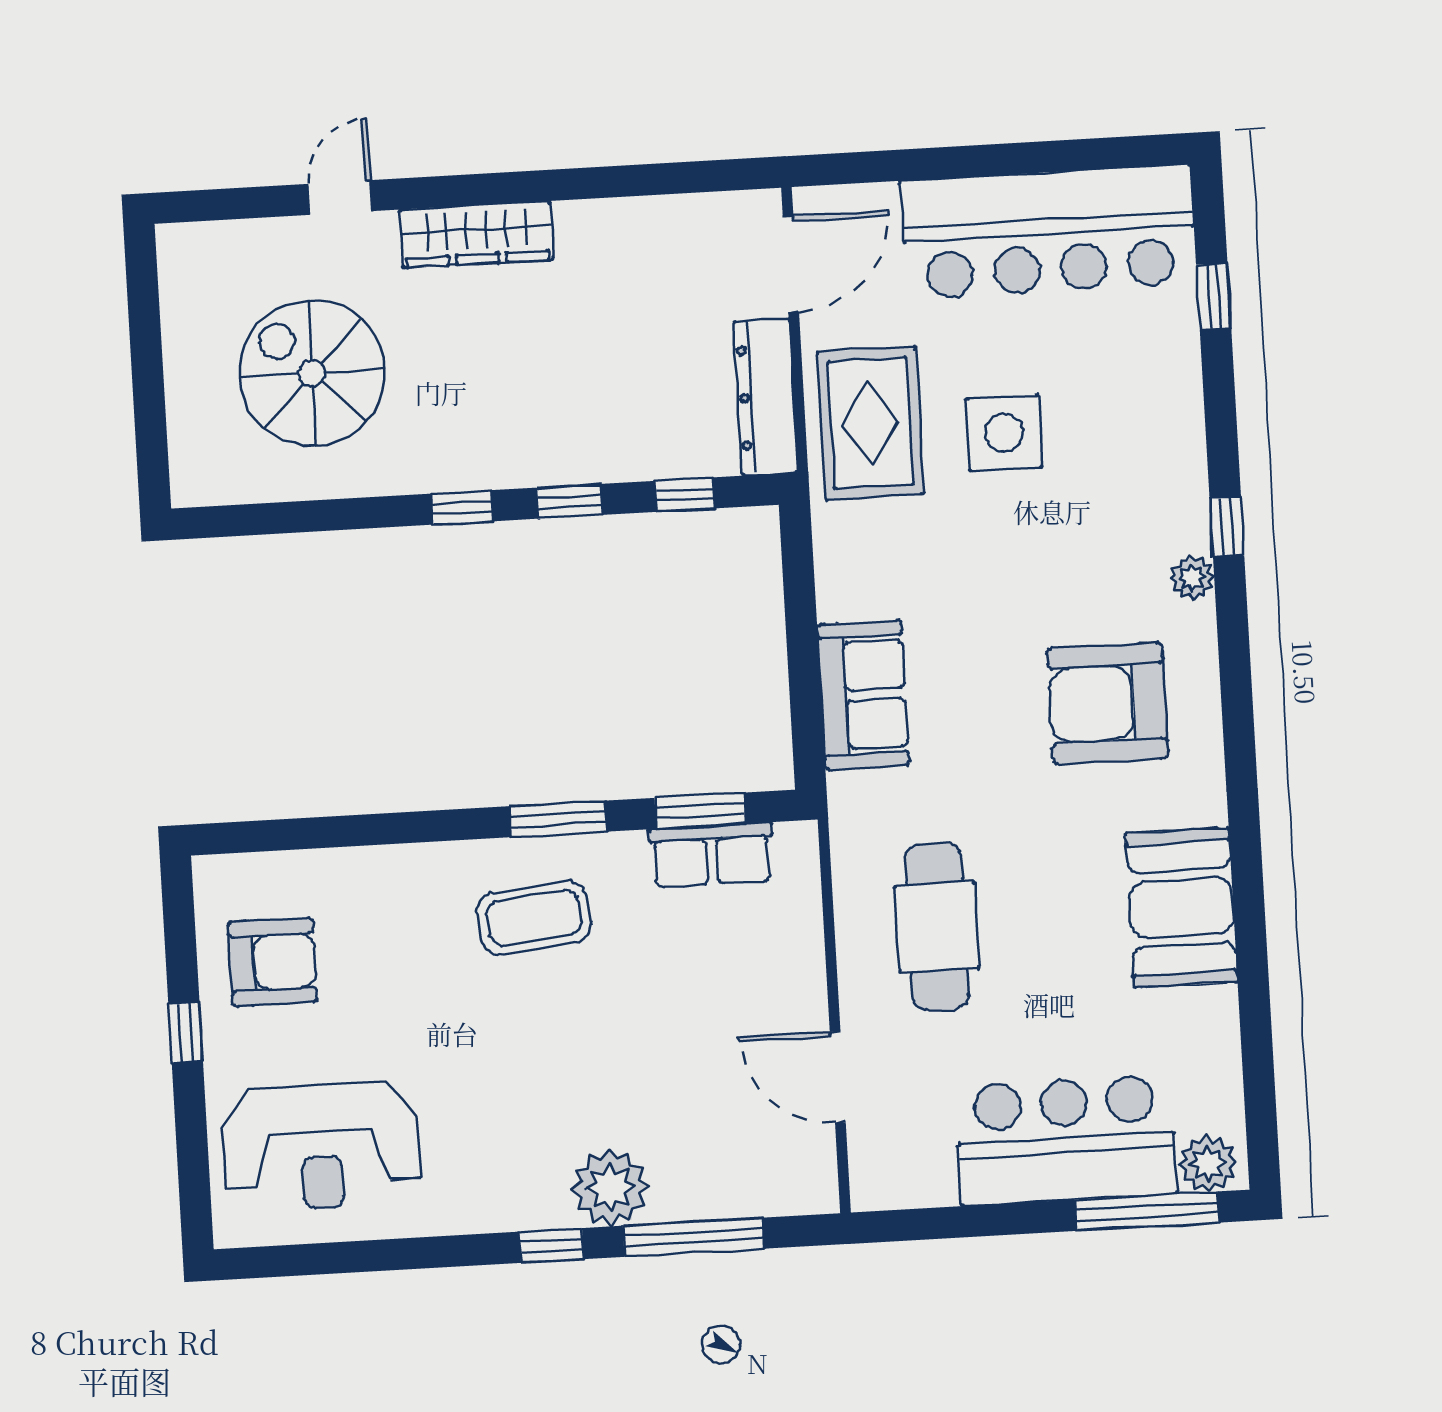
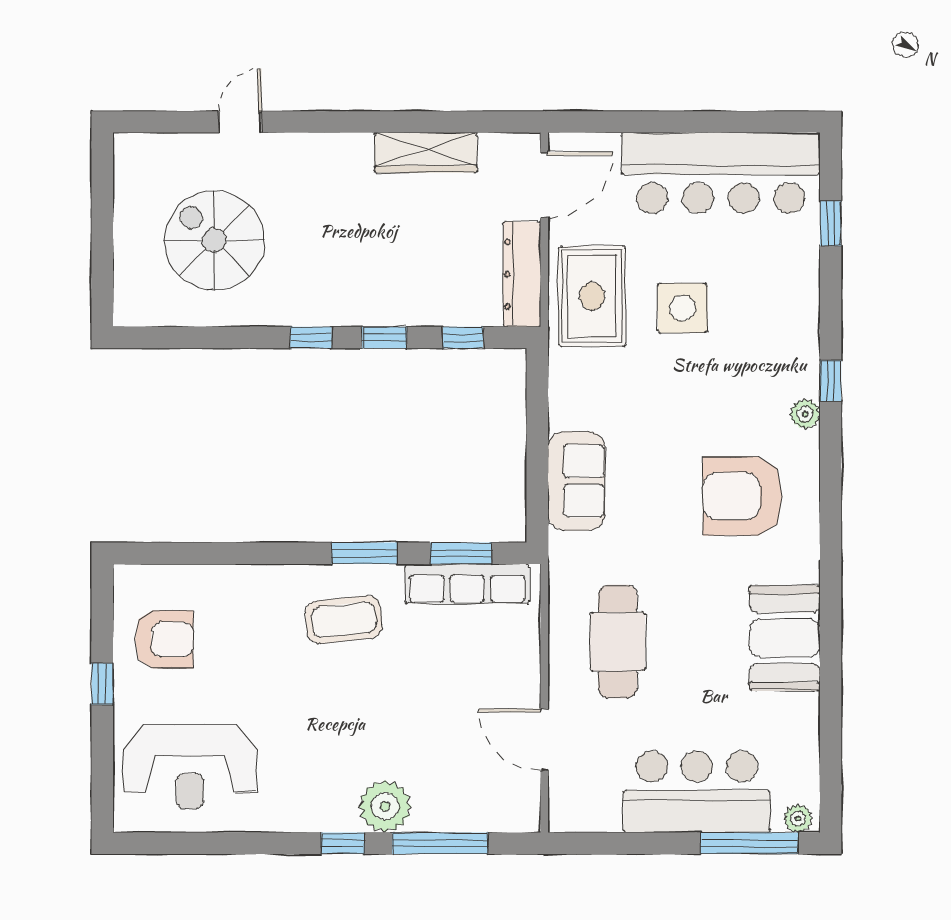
wardrobe: (476, 234) -> (426, 152), moved
row of seats: (712, 855) -> (467, 584), width x1.48
plant: (1208, 1164) -> (798, 818), width x0.73, depth x0.73

